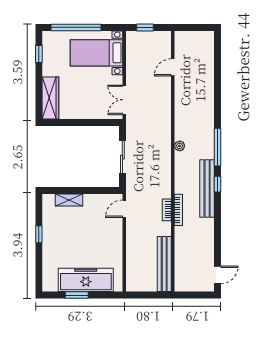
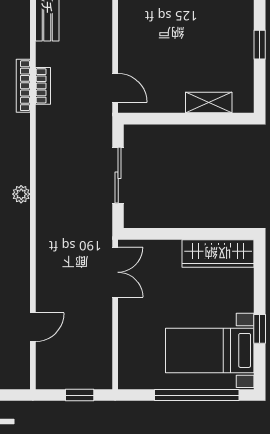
bed with nightstands: (97, 53) -> (210, 350), moved, turned 180
window: (39, 54) -> (260, 329), moved
wardrobe: (50, 98) -> (218, 253), moved, turned -90
door: (124, 209) -> (115, 88), hinge flipped

